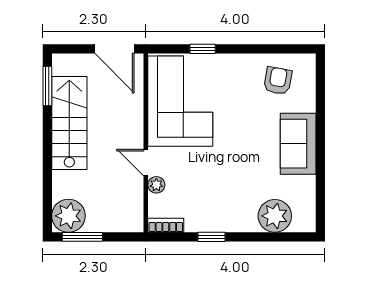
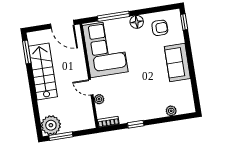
window: (203, 49) -> (113, 16), width x2.17
floor lamp: (240, 65) -> (137, 22), added
window: (320, 78) -> (184, 22), added
armchair: (278, 81) -> (160, 28), turned 80
plant: (275, 216) -> (171, 111), width x0.53, depth x0.53

